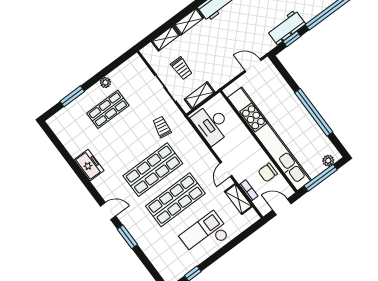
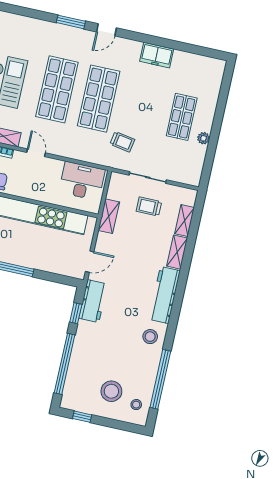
workbench: (286, 27) -> (93, 301), moved
window: (72, 96) -> (222, 102), removed
shelving: (200, 96) -> (109, 216), moved

